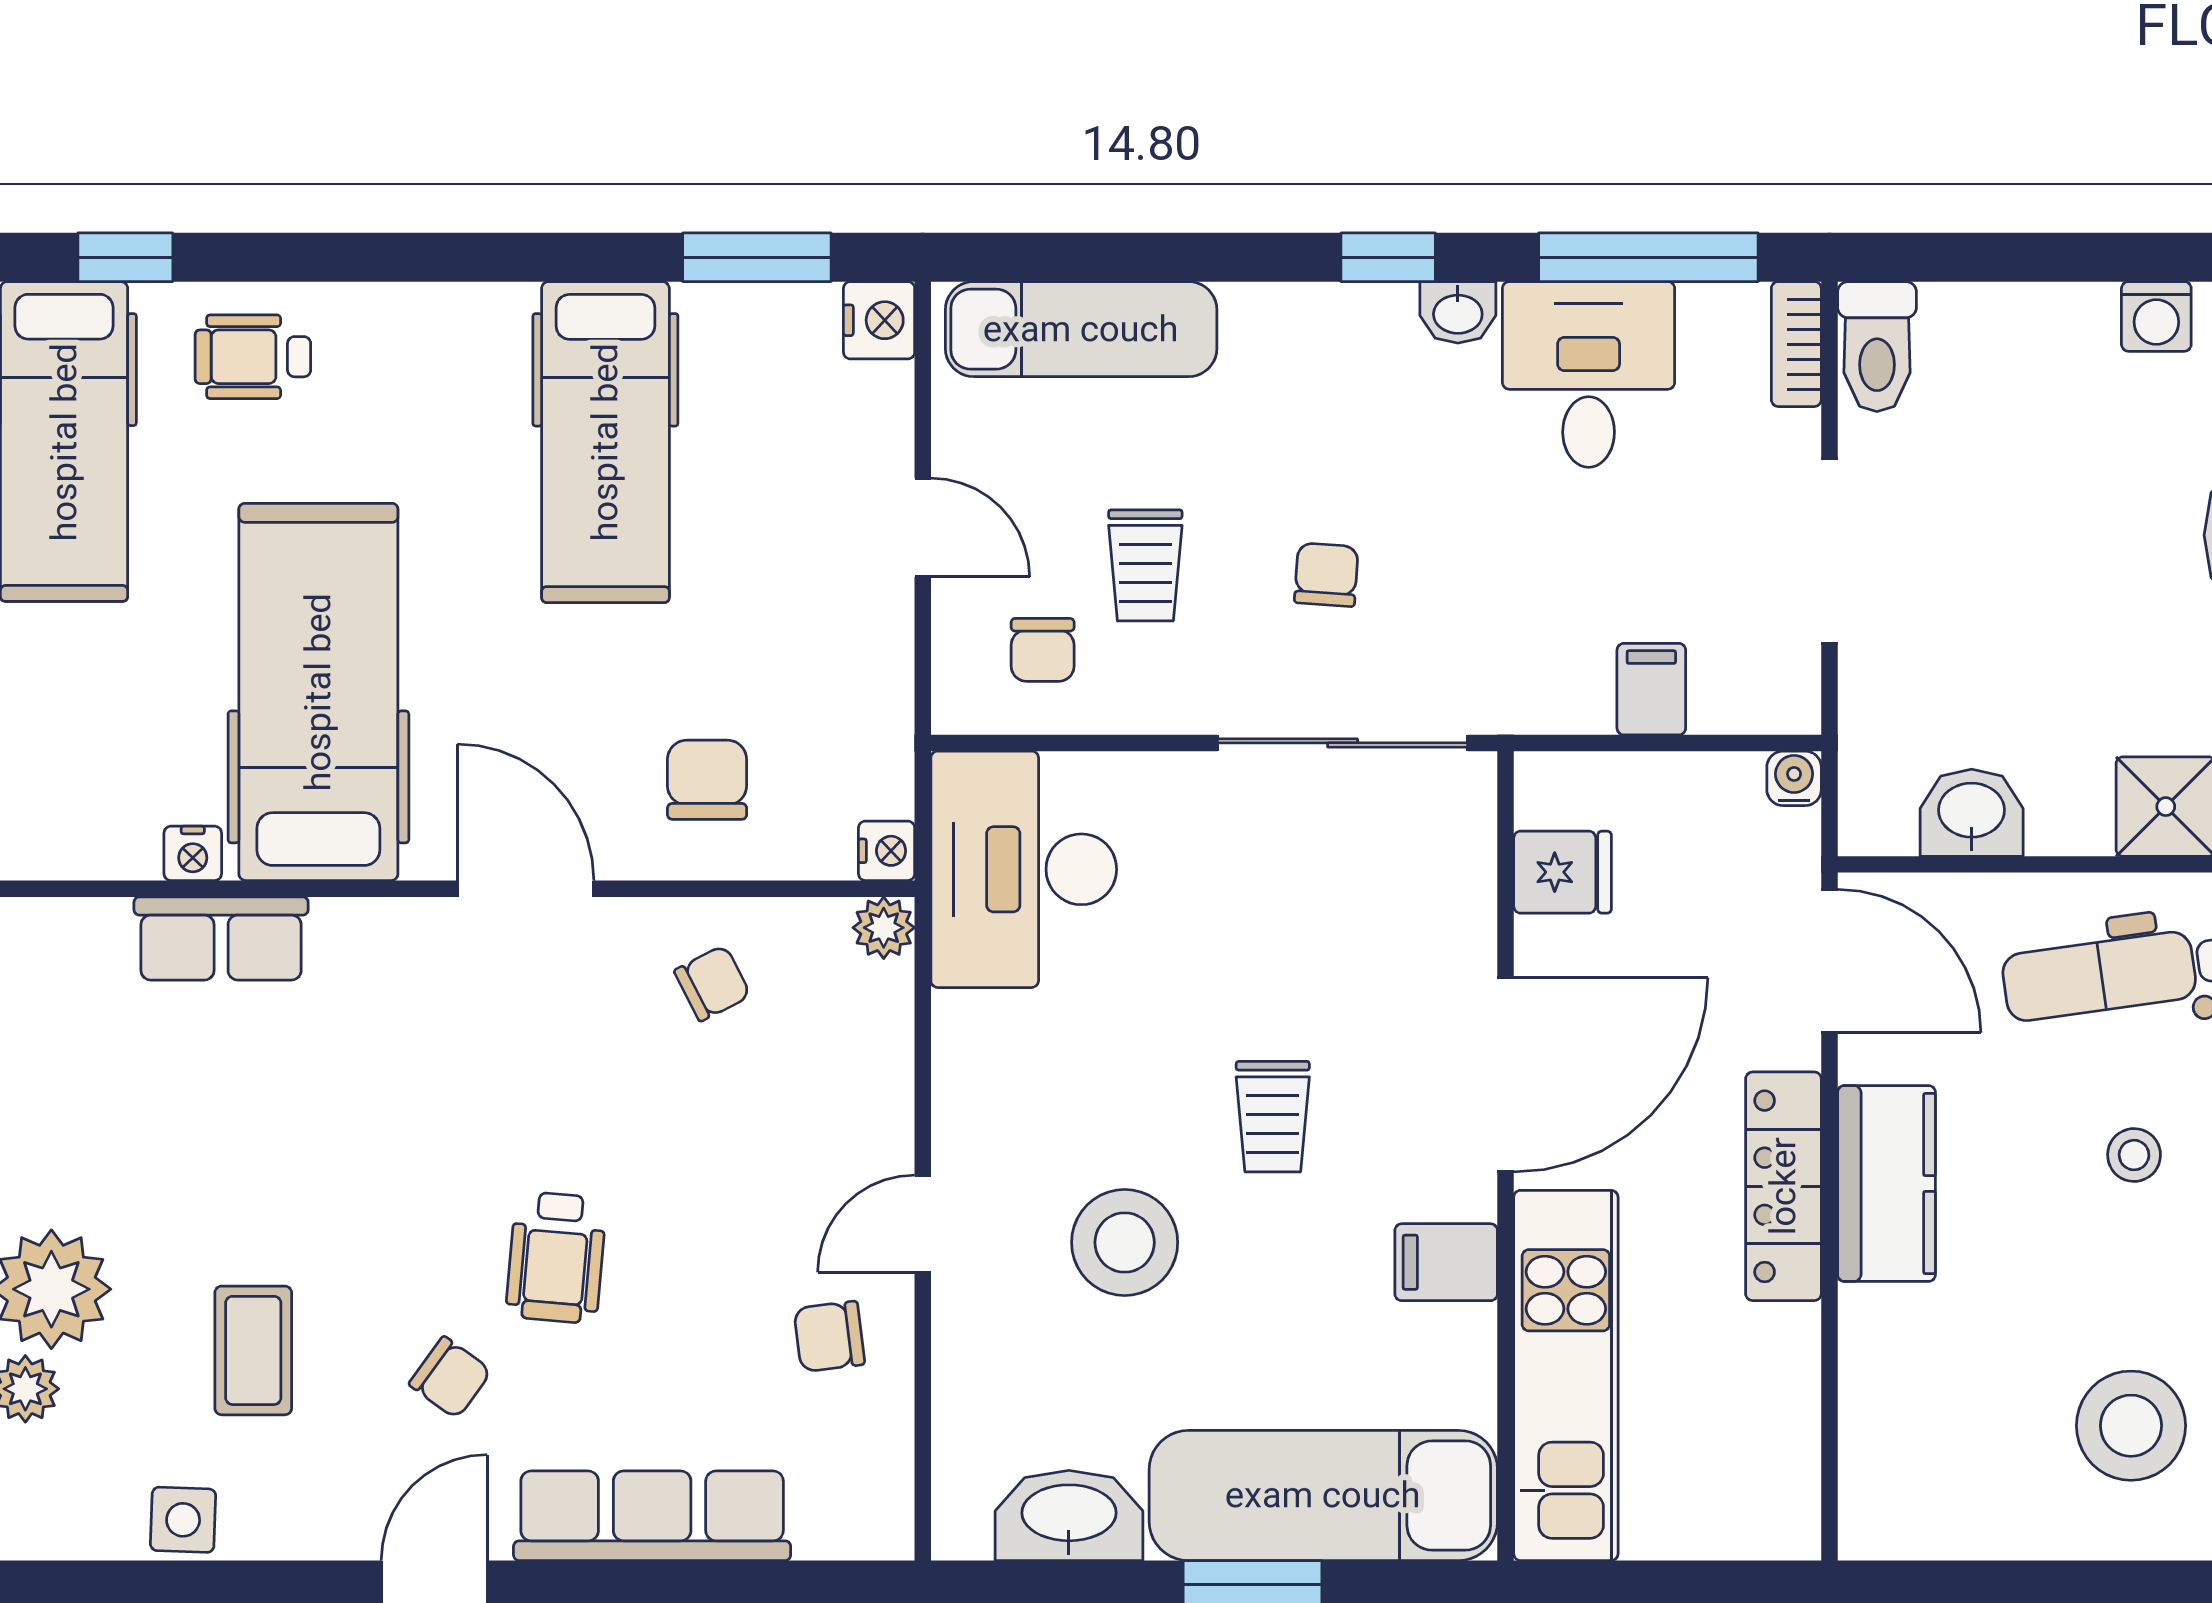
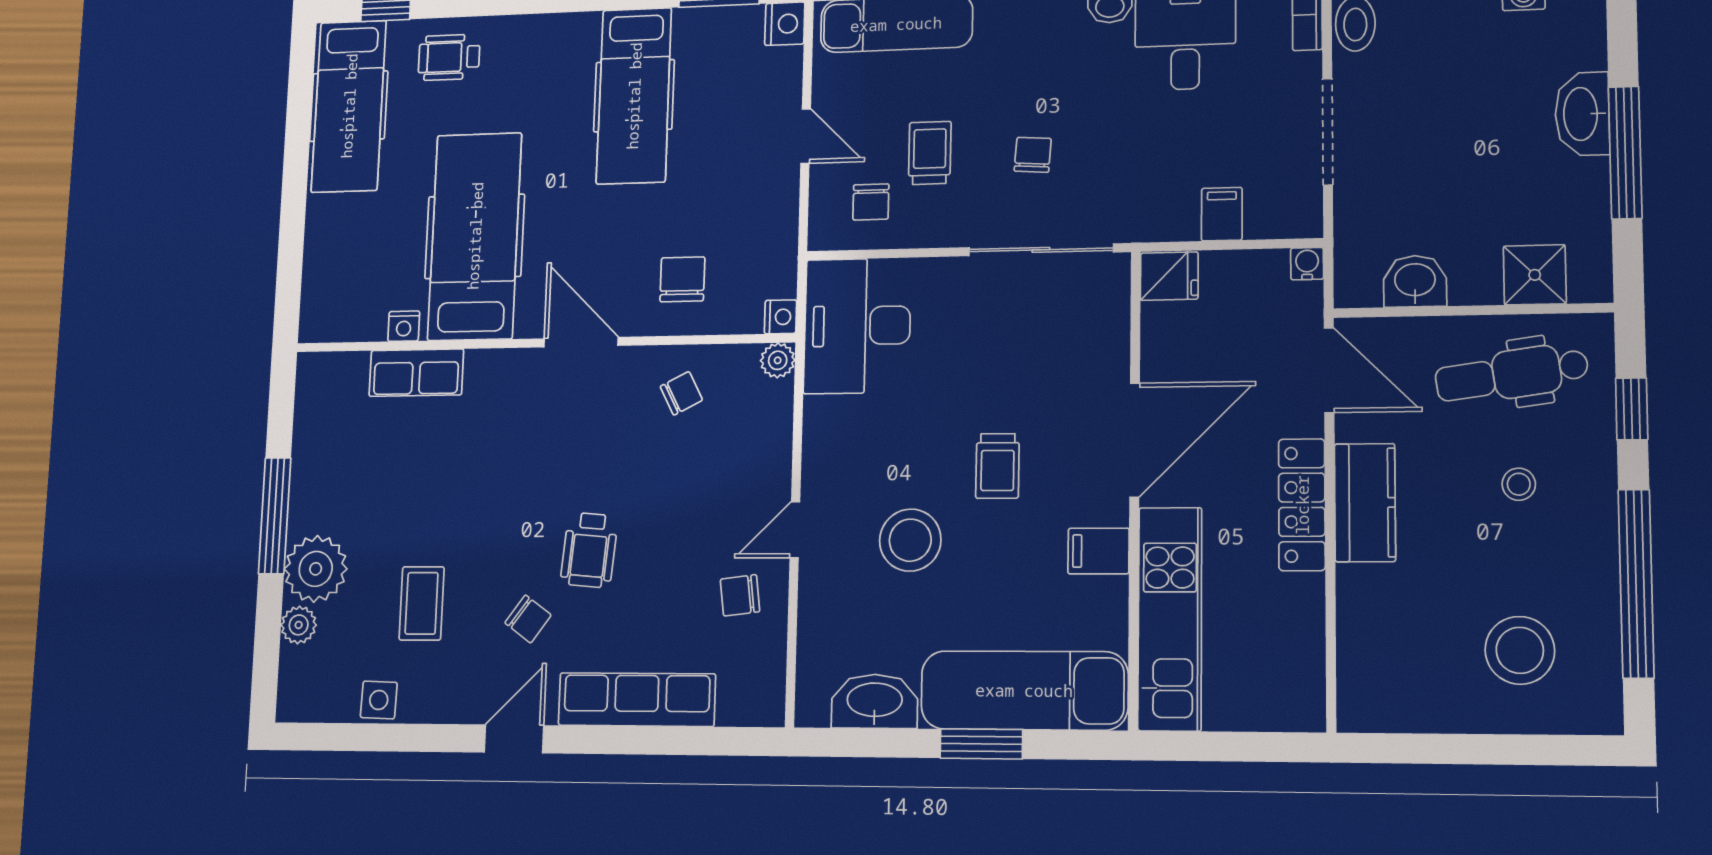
trolley: (1145, 565) -> (930, 153), turned 180
fridge: (1563, 872) -> (1169, 276), moved

